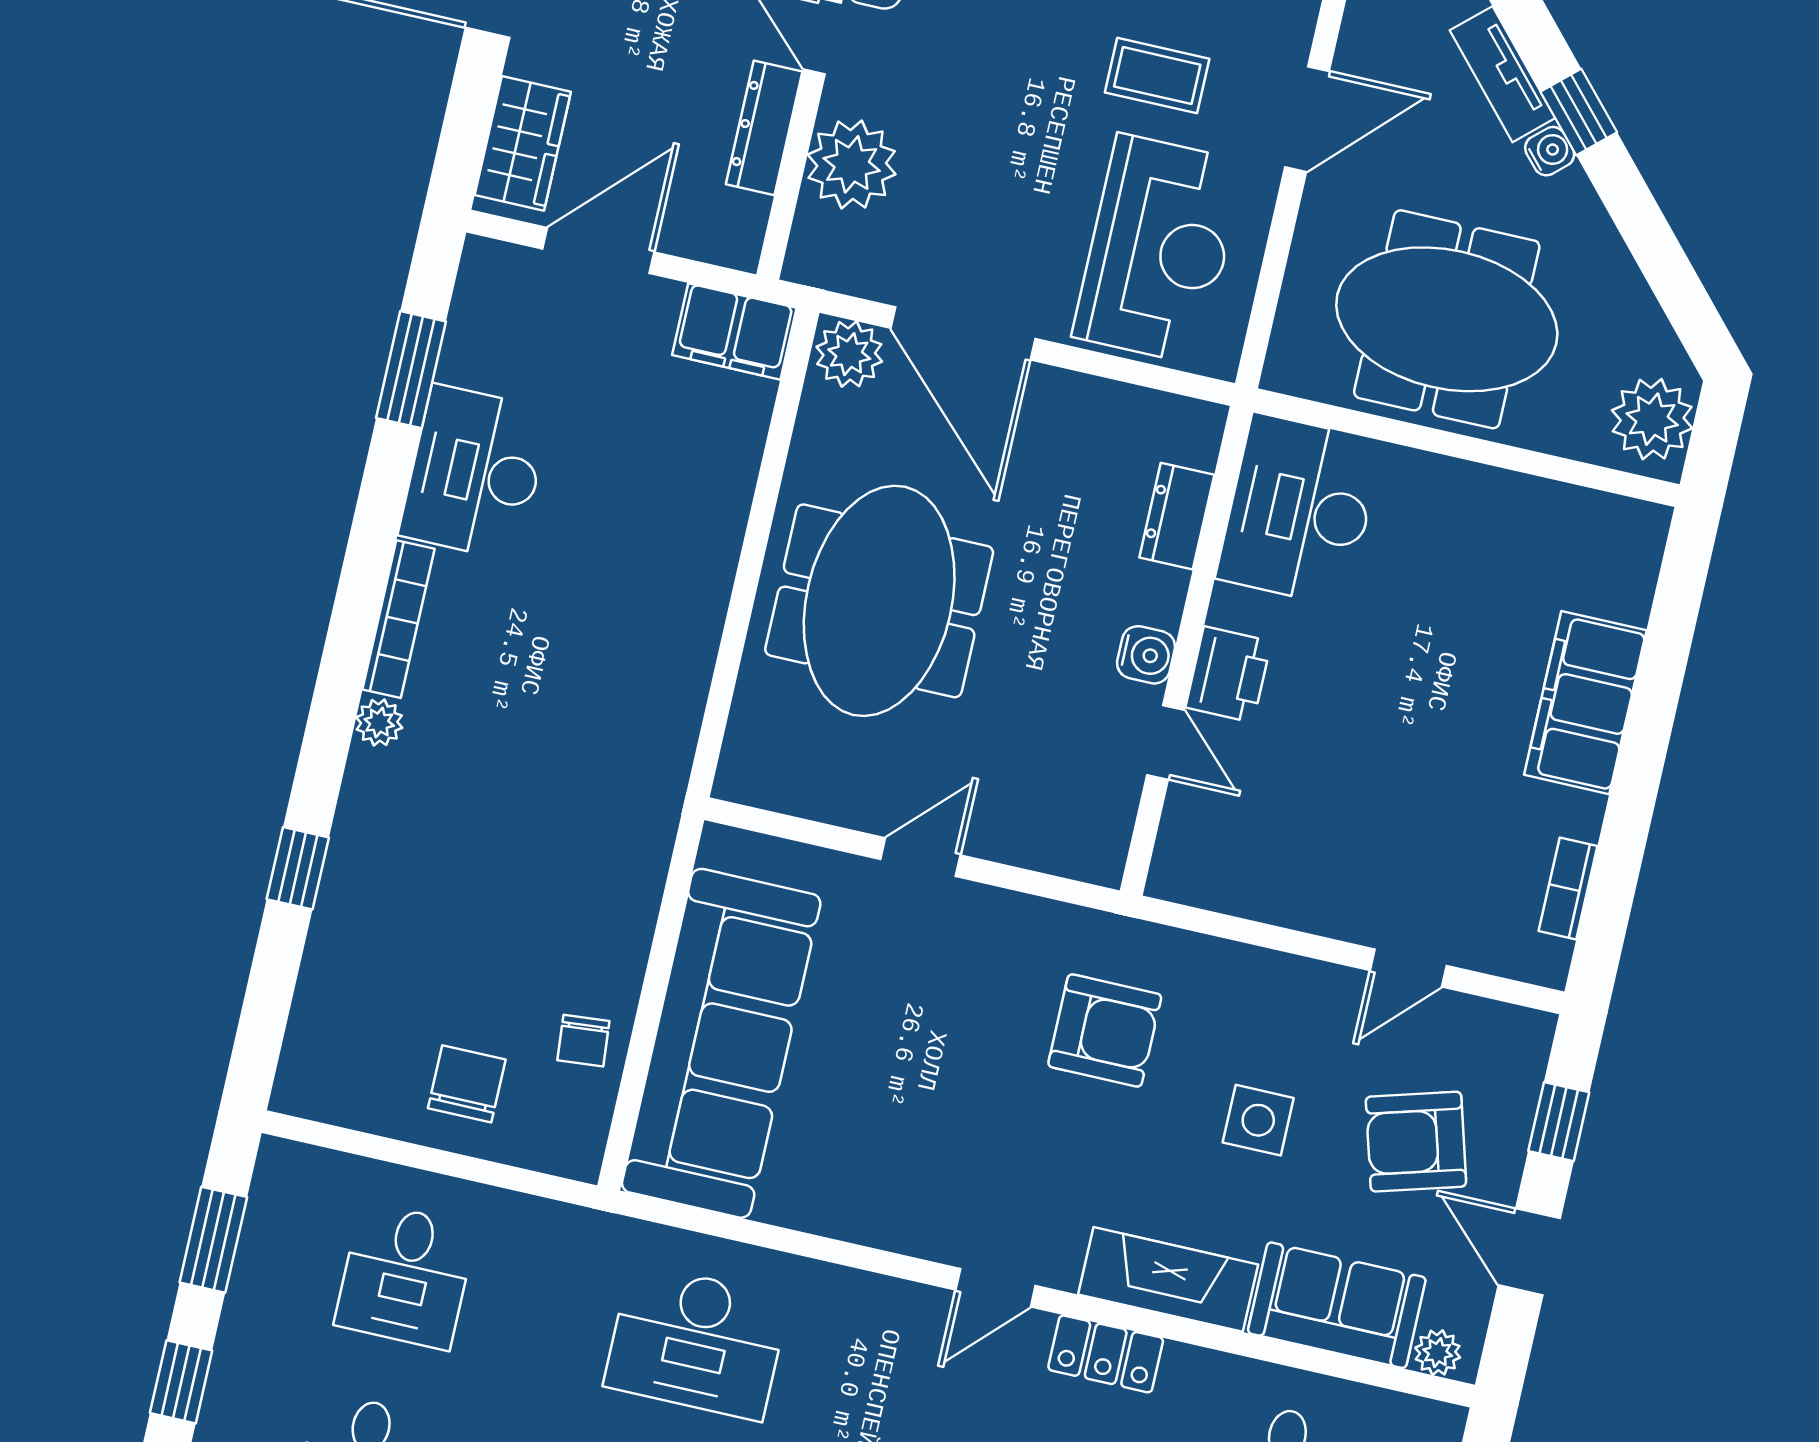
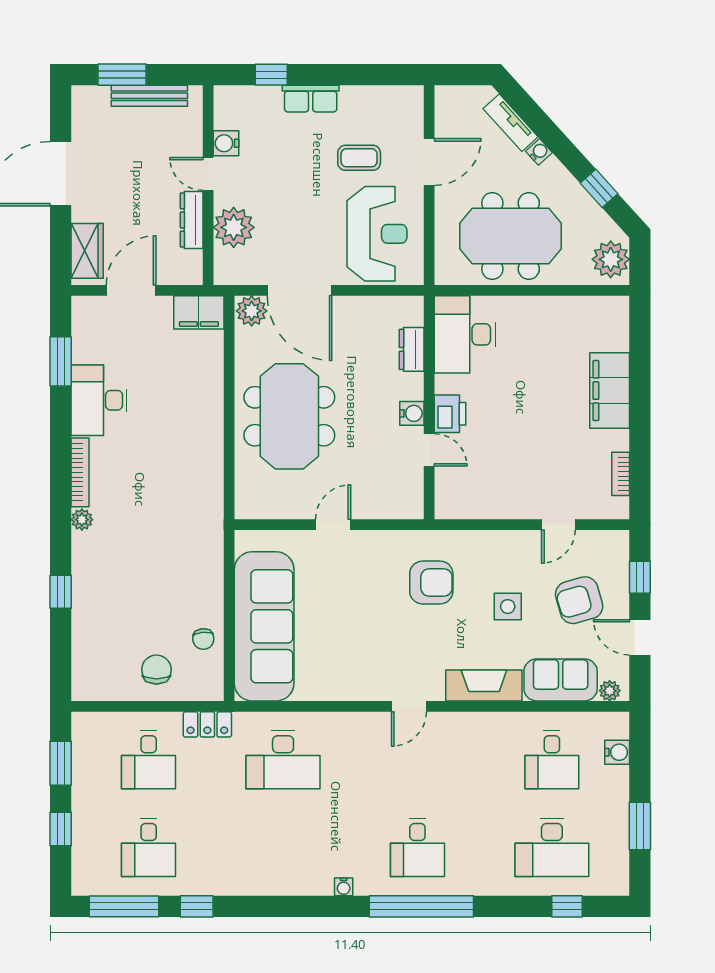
window: (1579, 112) -> (599, 188), moved
locker: (1106, 1354) -> (207, 724), moved

